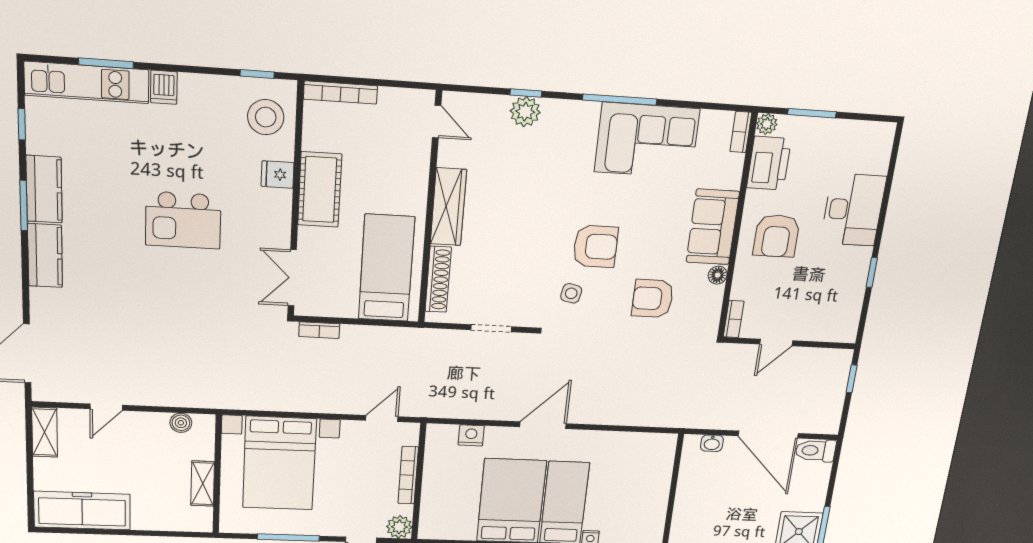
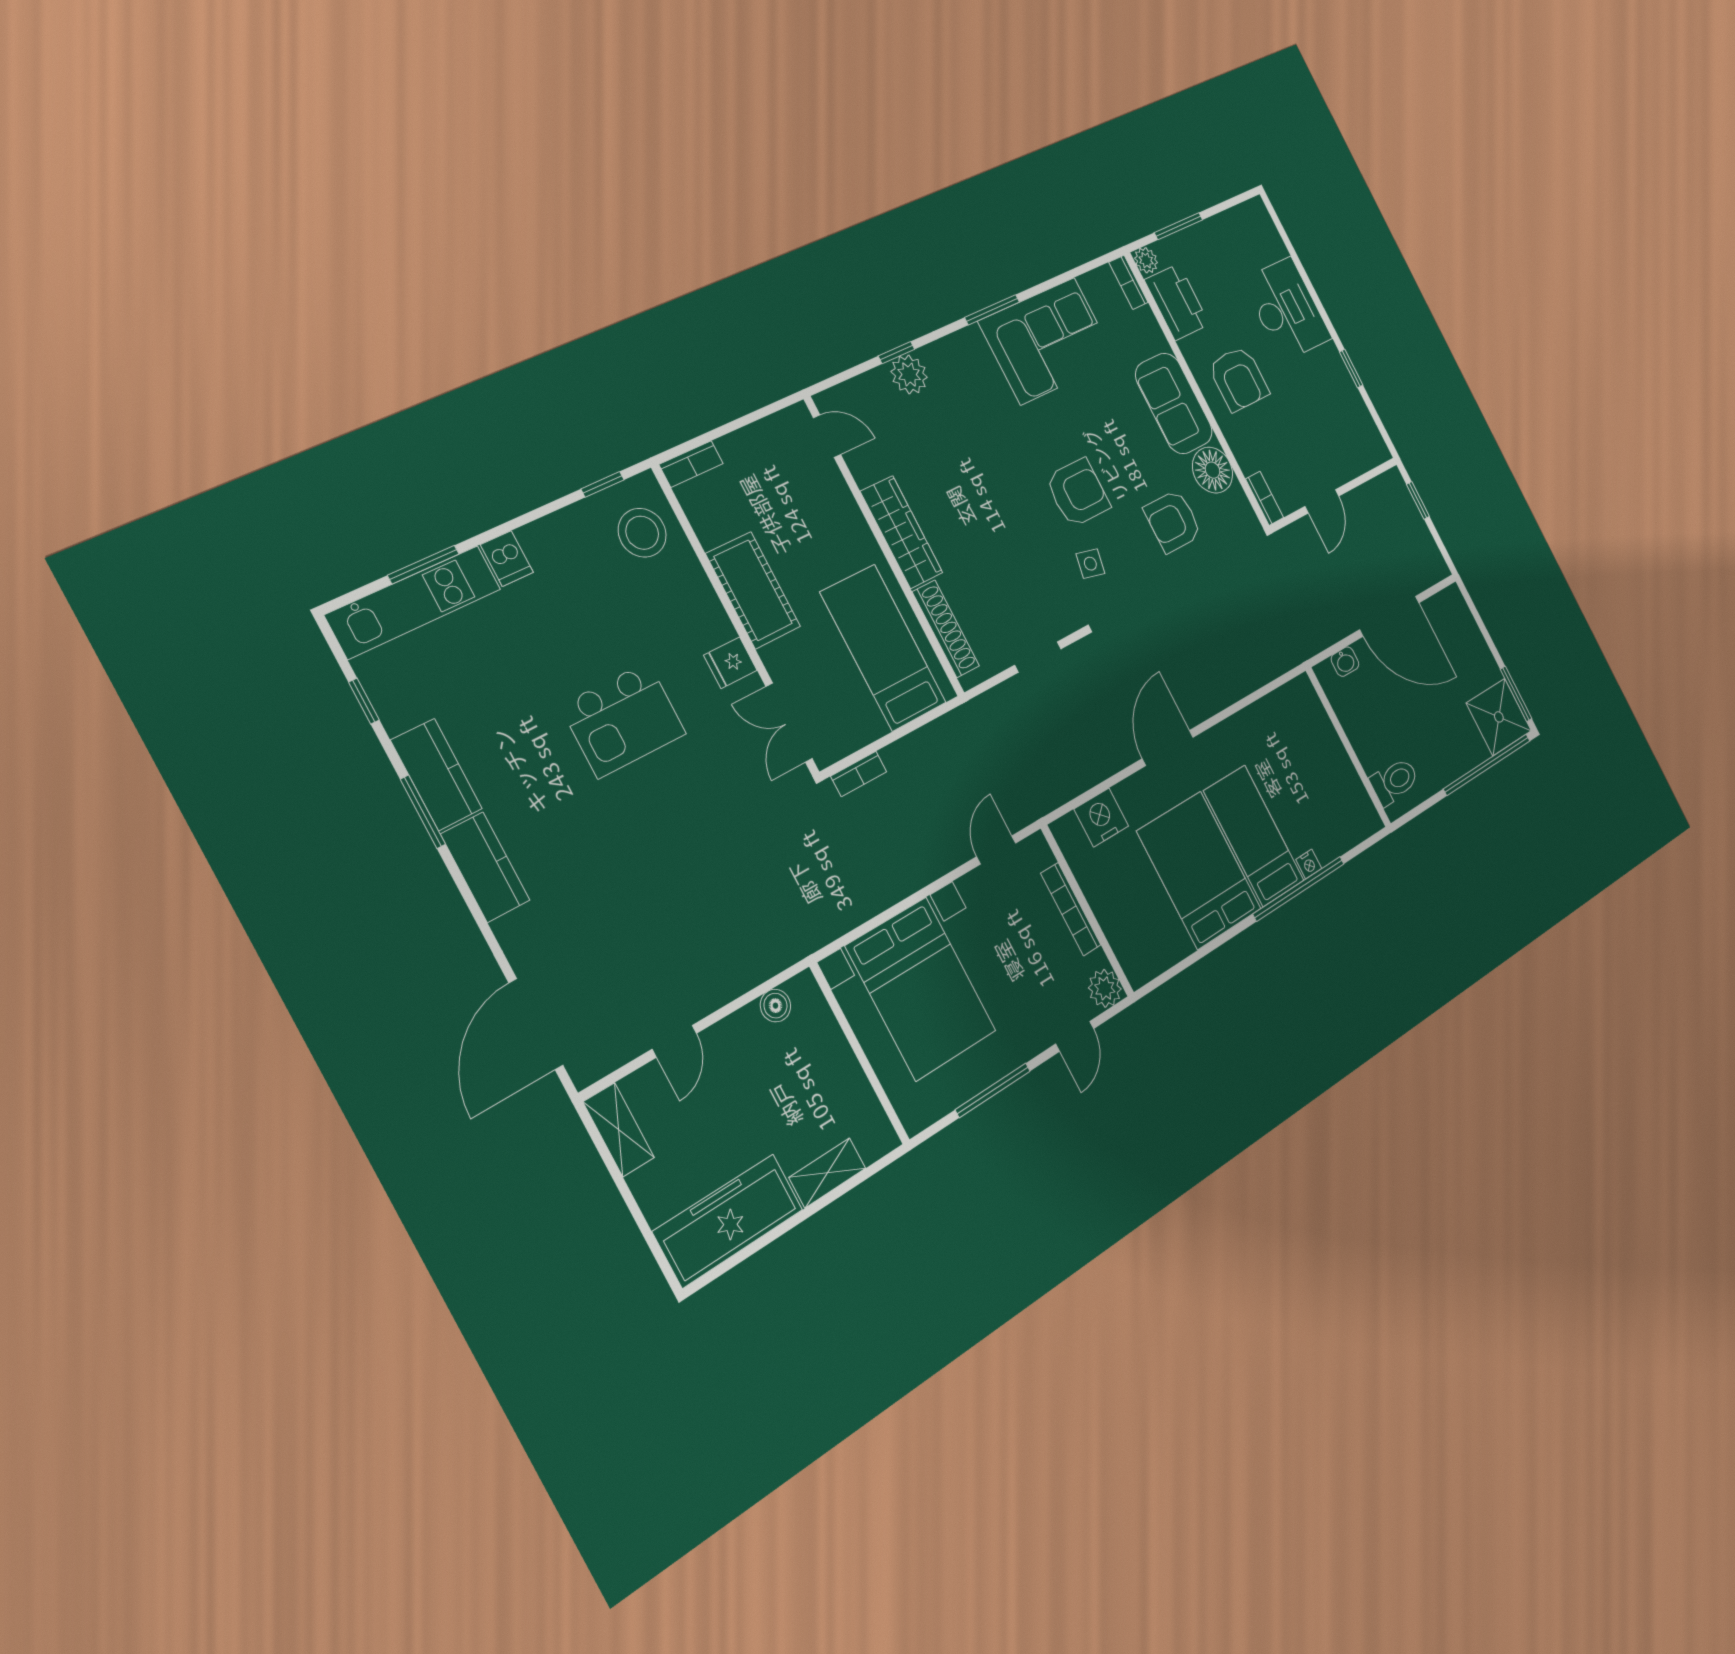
bookcase: (340, 93) -> (691, 464), width x0.64
window: (620, 100) -> (992, 310), width x0.69
fridge: (278, 174) -> (730, 663), moved
floor lamp: (718, 275) -> (1213, 470), width x1.89, depth x1.89
nightstand: (471, 435) -> (1101, 818), width x1.36, depth x1.33
toilet: (816, 451) -> (1394, 781), moved, turned 180
shelving: (203, 484) -> (827, 1173), moved, turned 90

